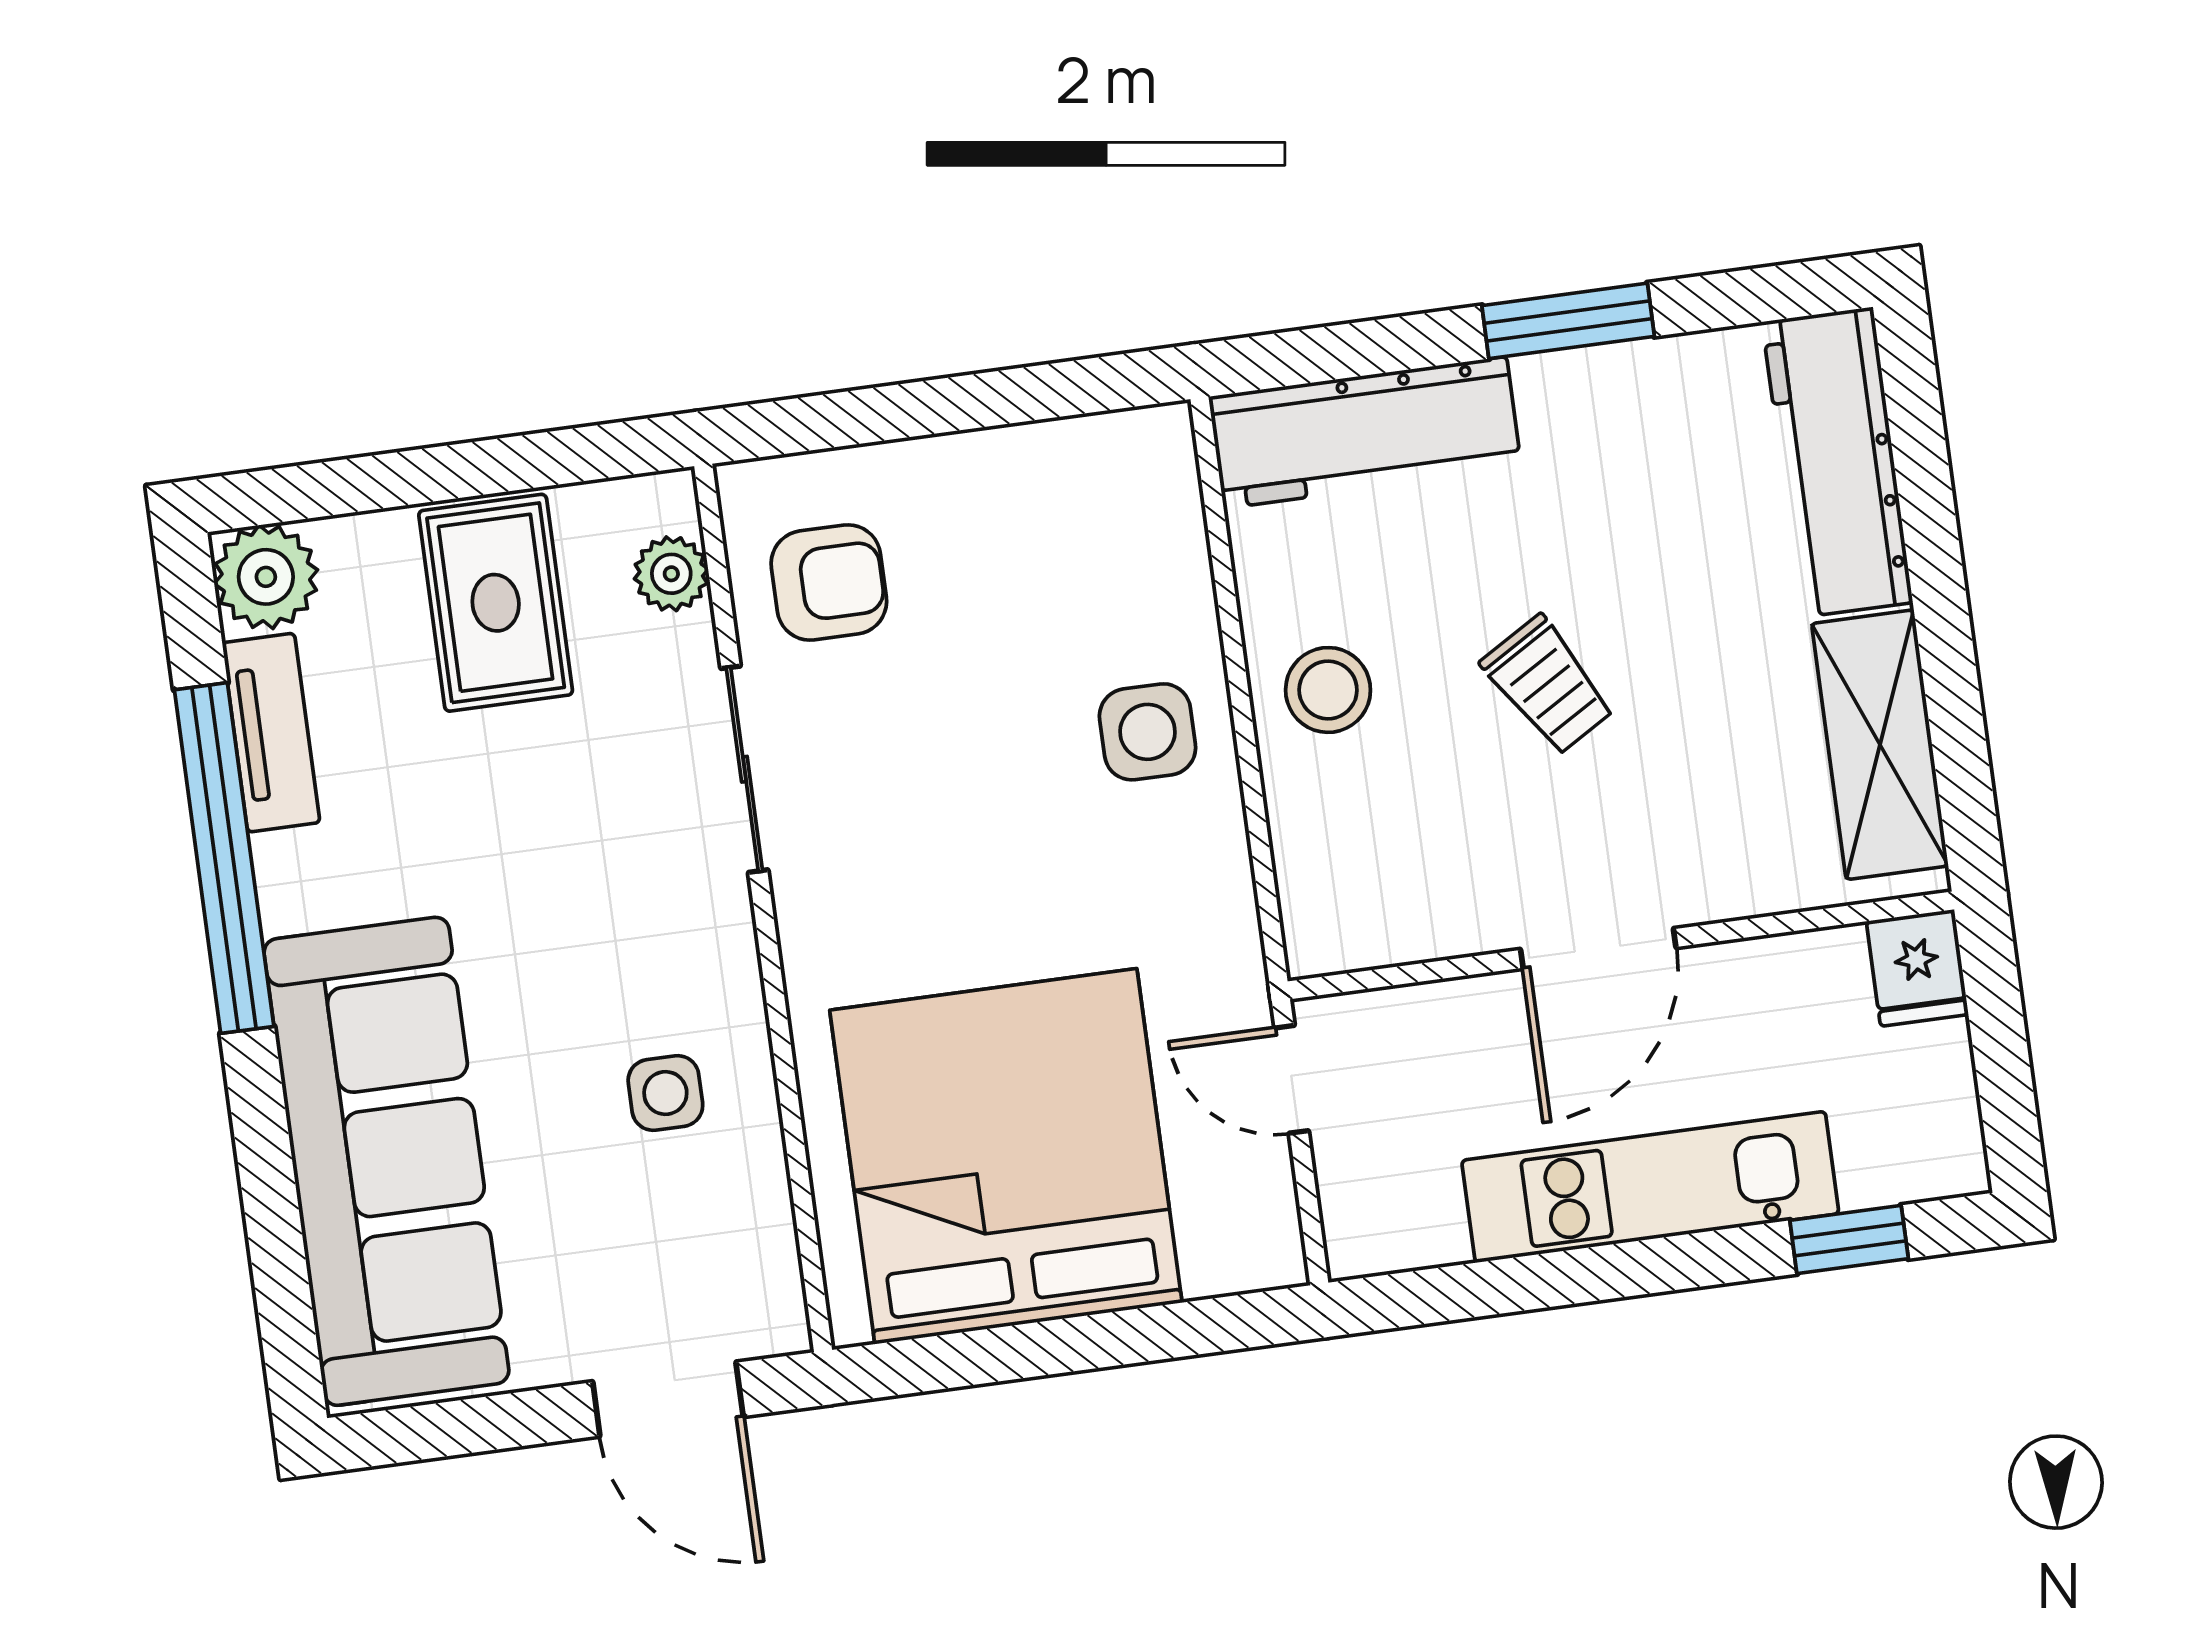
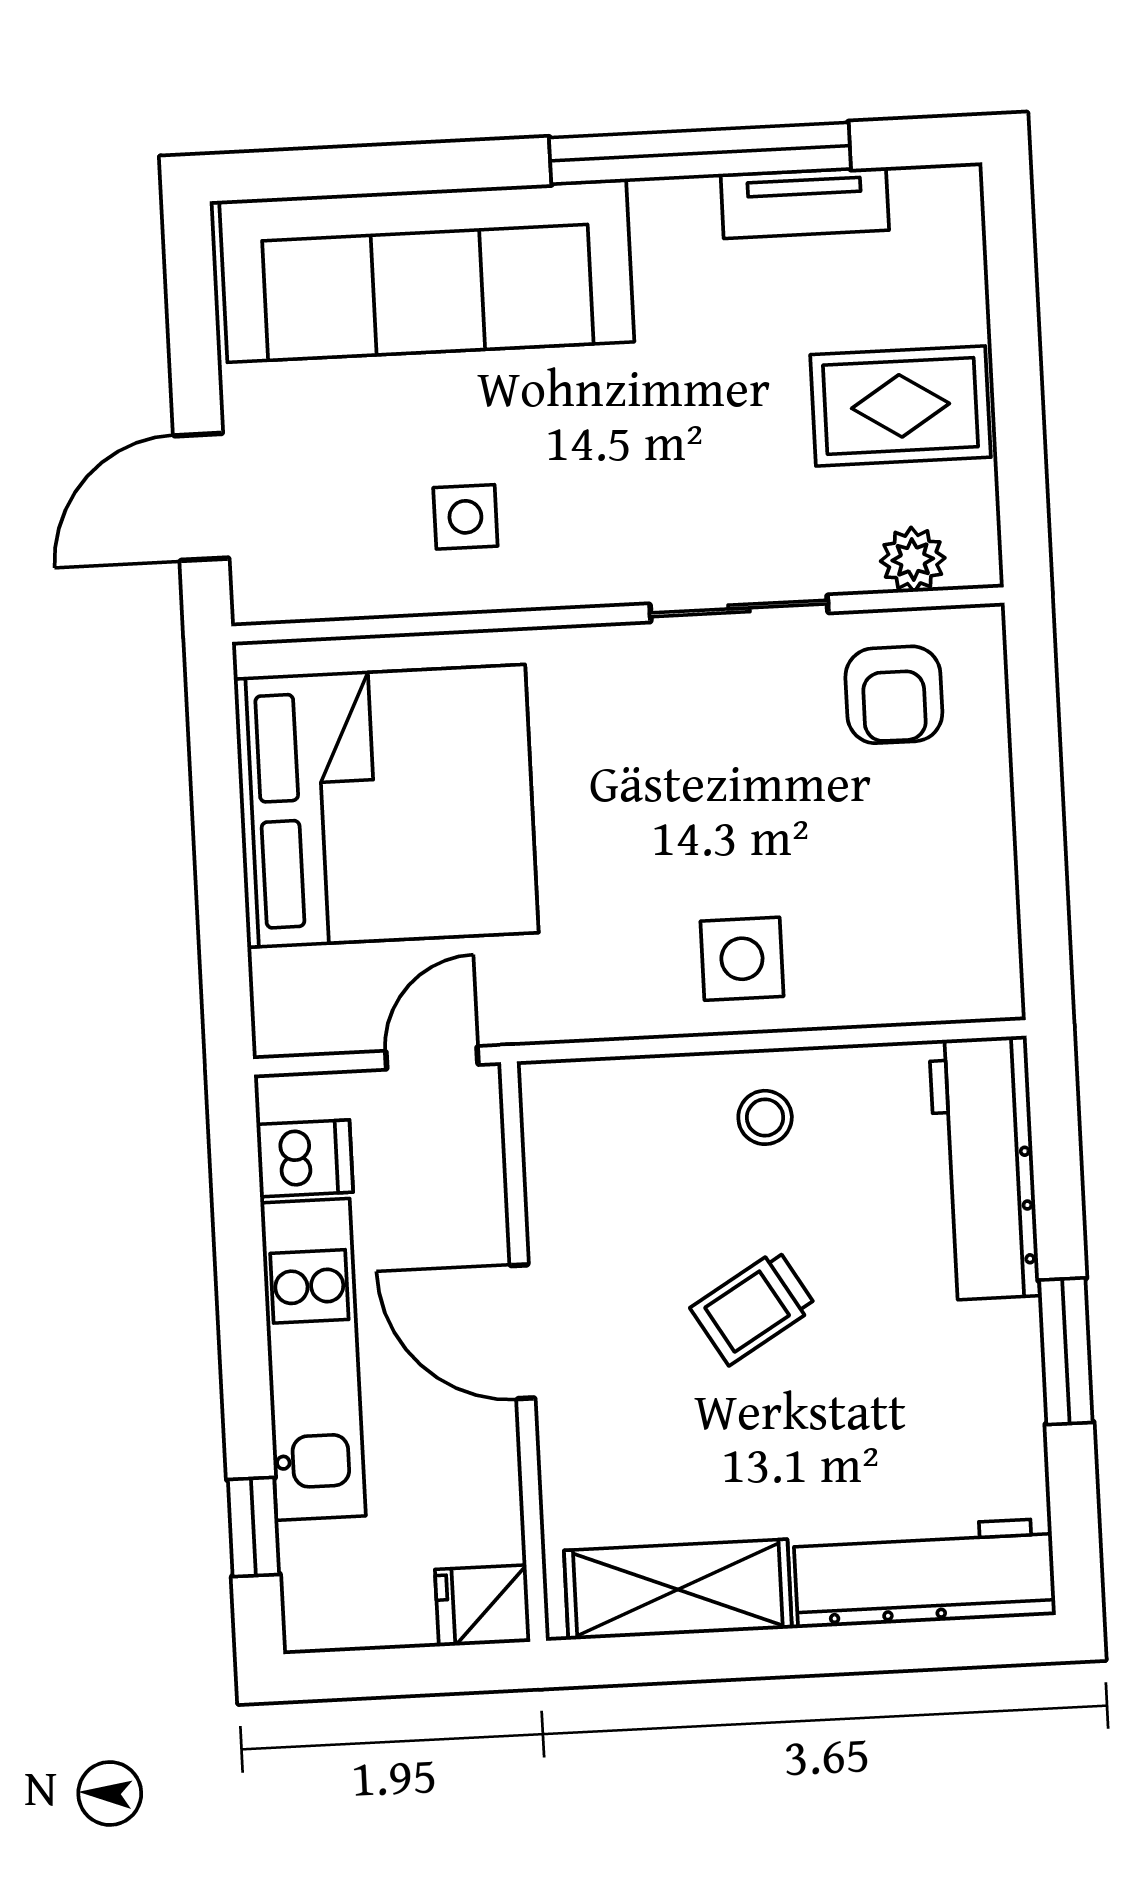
plant: (266, 577) -> (939, 210), removed
stool: (1328, 690) -> (765, 1117), width x0.73, depth x0.73
dishwasher: (1420, 1216) -> (305, 1158), added

